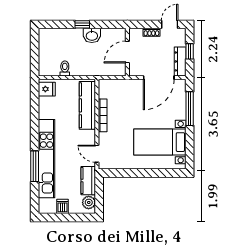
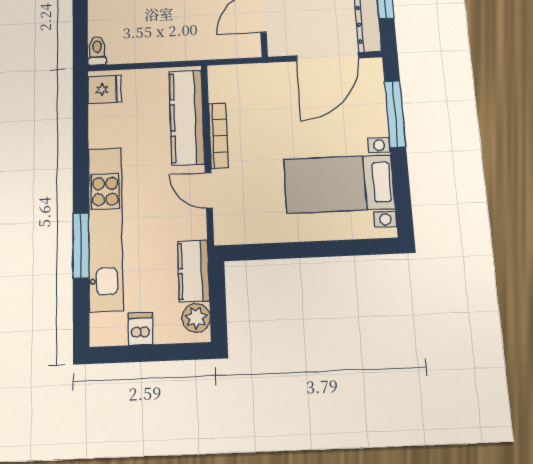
toilet: (65, 68) -> (97, 51), moved
door: (97, 154) -> (209, 190), moved

